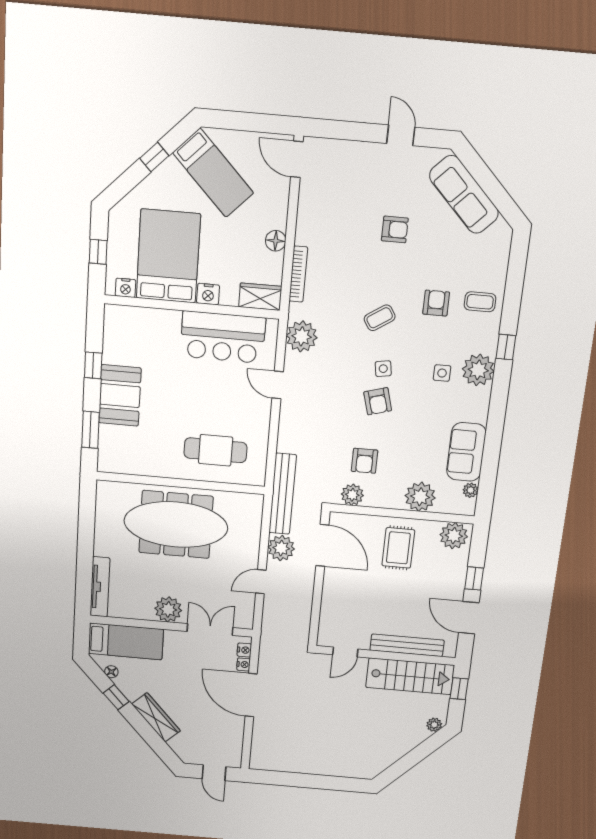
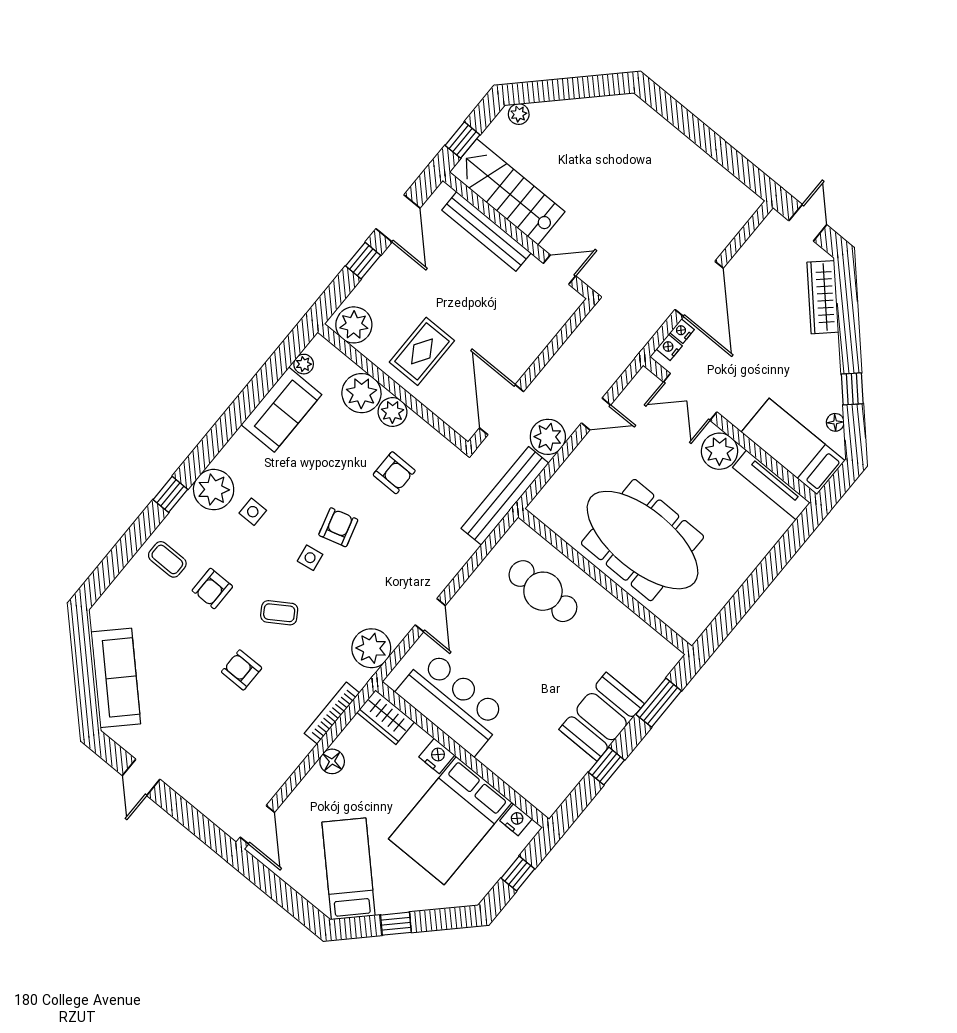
armchair: (395, 229) -> (242, 670), moved
armchair: (365, 461) -> (394, 473), turned 90
plant: (352, 495) -> (393, 412), moved
tv unit: (100, 587) -> (771, 485), moved, turned -90
wardrobe: (156, 717) -> (823, 297), moved

